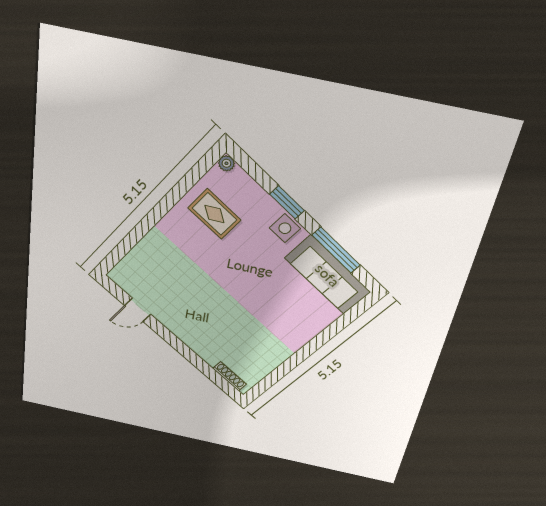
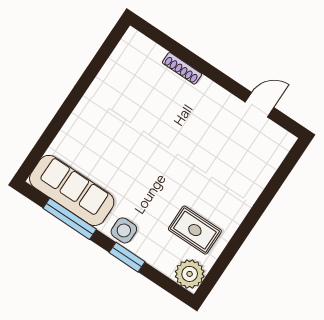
plant: (226, 163) -> (190, 274), width x1.87, depth x1.87
shoe rack: (230, 376) -> (182, 68), moved

